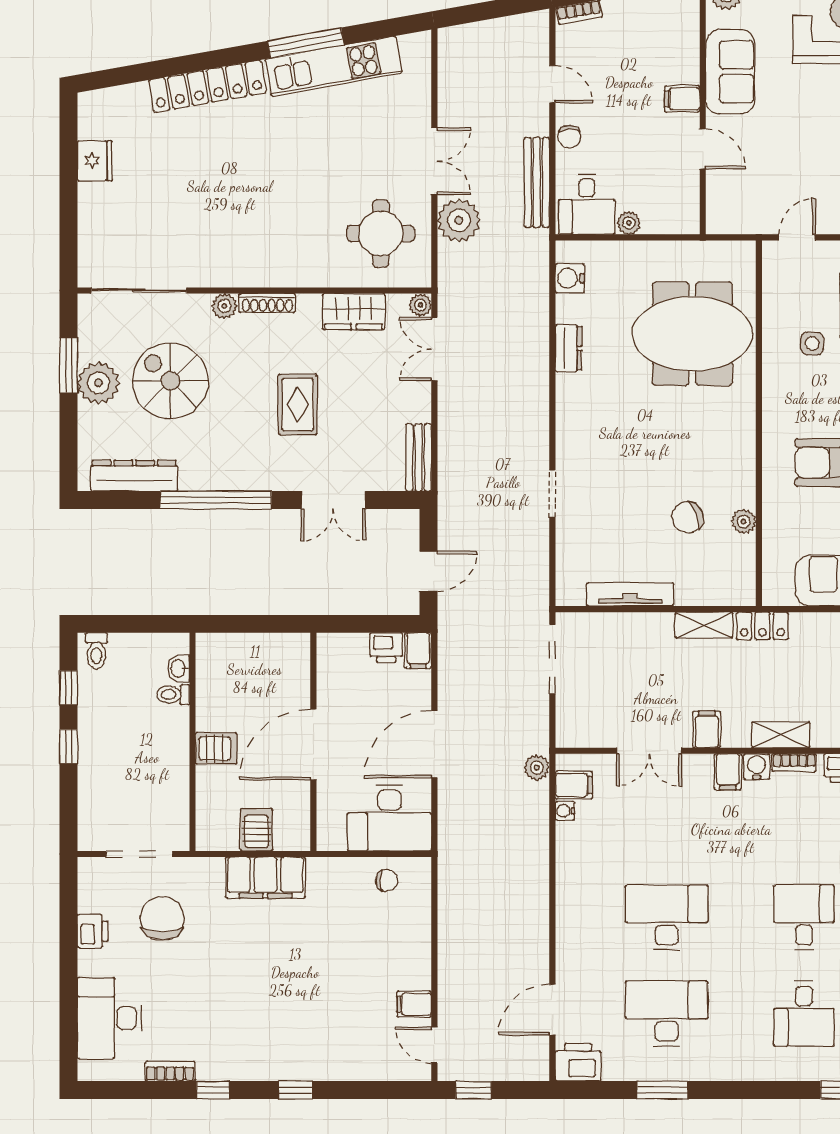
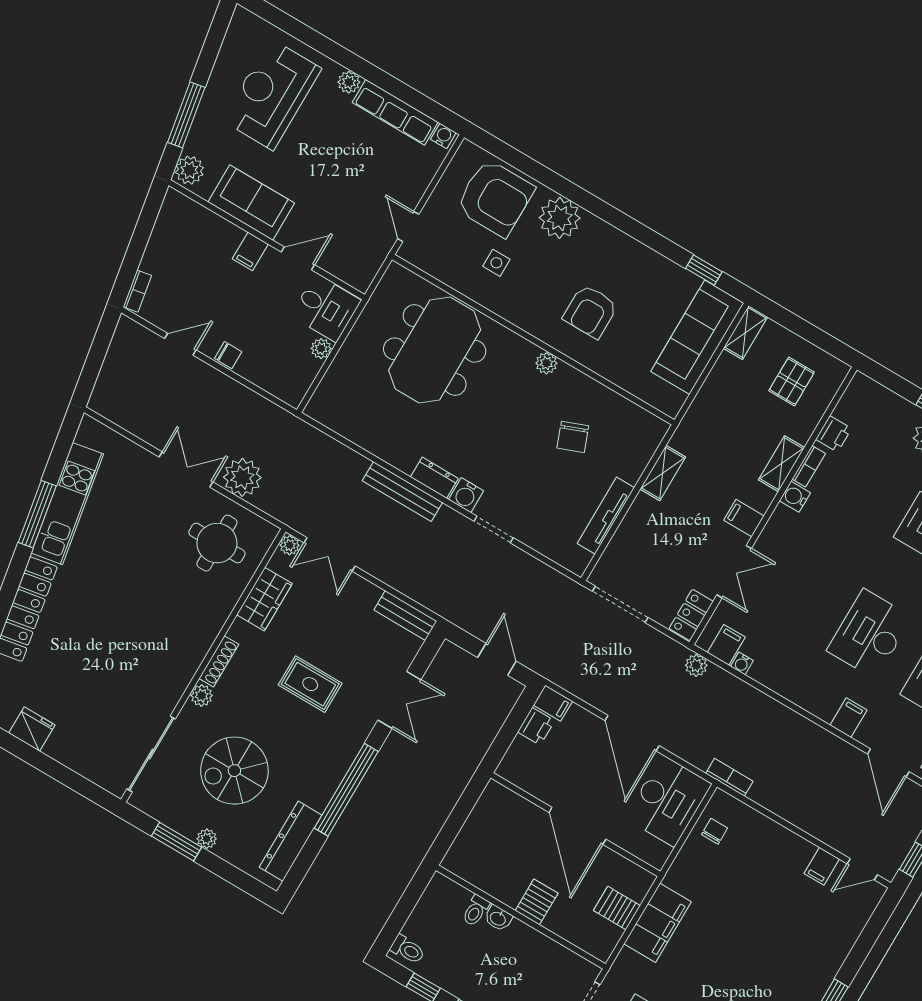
bench: (537, 182) -> (402, 492), moved
desk: (587, 204) -> (326, 308), moved
water cooler: (570, 278) -> (466, 495), moved
dresser: (569, 348) -> (434, 478), moved
plant: (98, 383) -> (207, 839), width x0.53, depth x0.53
plant: (744, 521) -> (546, 363), moved
locker: (762, 626) -> (691, 615), moved, turned 180
washbasin: (178, 668) -> (498, 918), moved
filing cabinet: (728, 772) -> (848, 718), moved, turned -90
bookcase: (447, 864) -> (729, 777), added

